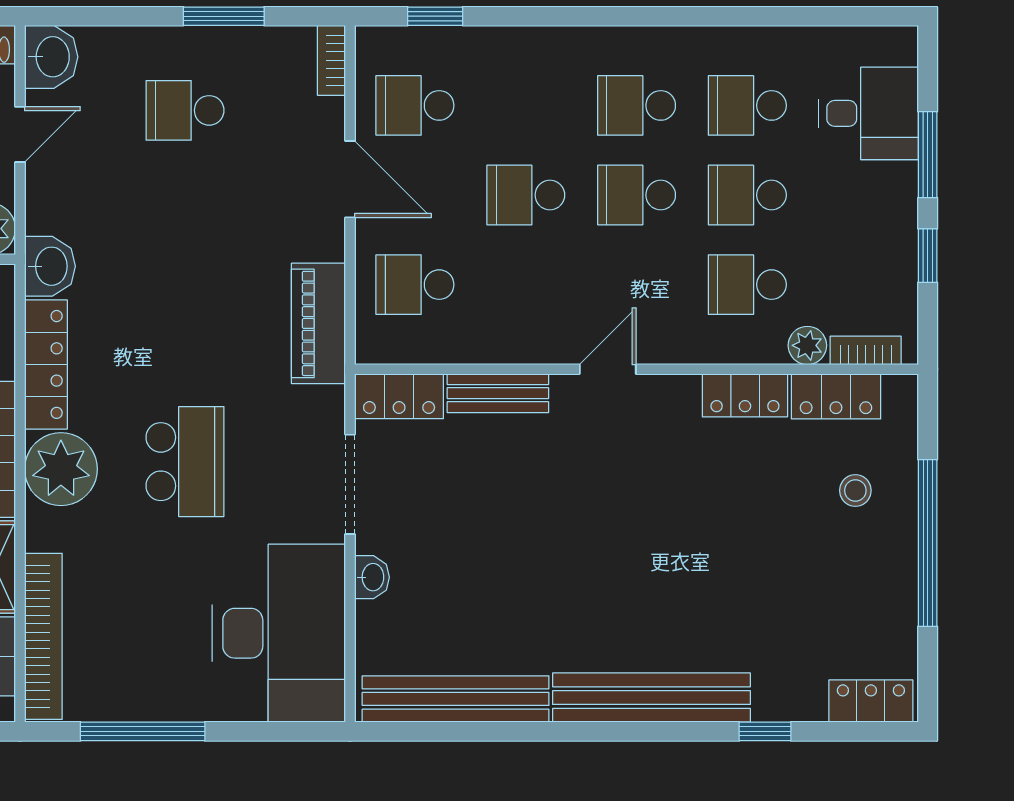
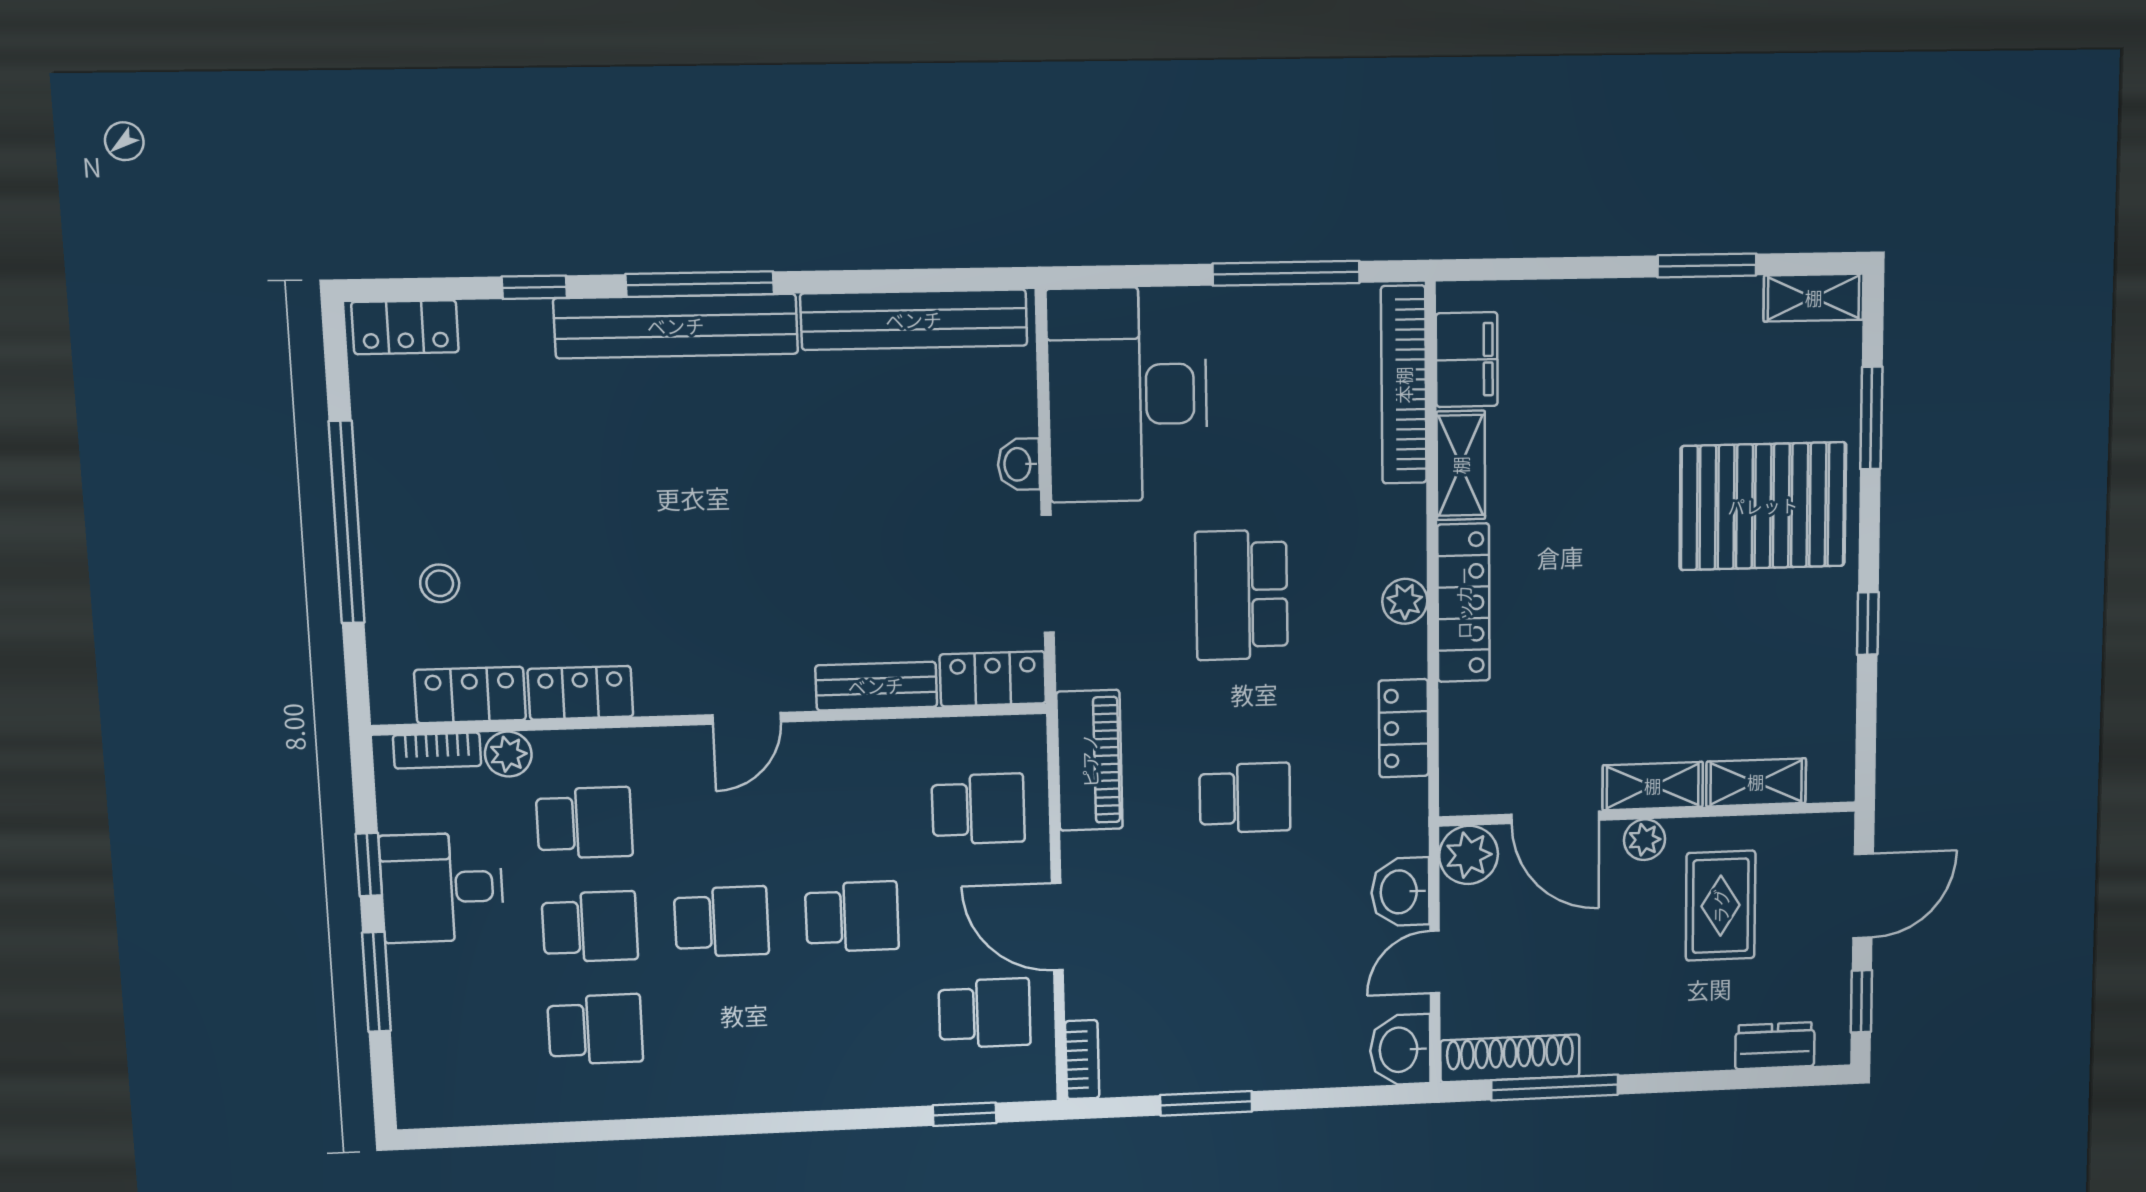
school desk: (637, 105) -> (726, 1024), removed
school desk: (185, 110) -> (1245, 798), moved
desk: (869, 113) -> (442, 888), moved
washbasin: (50, 266) -> (1400, 892), moved
locker: (46, 364) -> (1404, 728), width x0.66
plant: (61, 469) -> (1405, 601), width x0.53, depth x0.53
window: (630, 731) -> (700, 284), added

